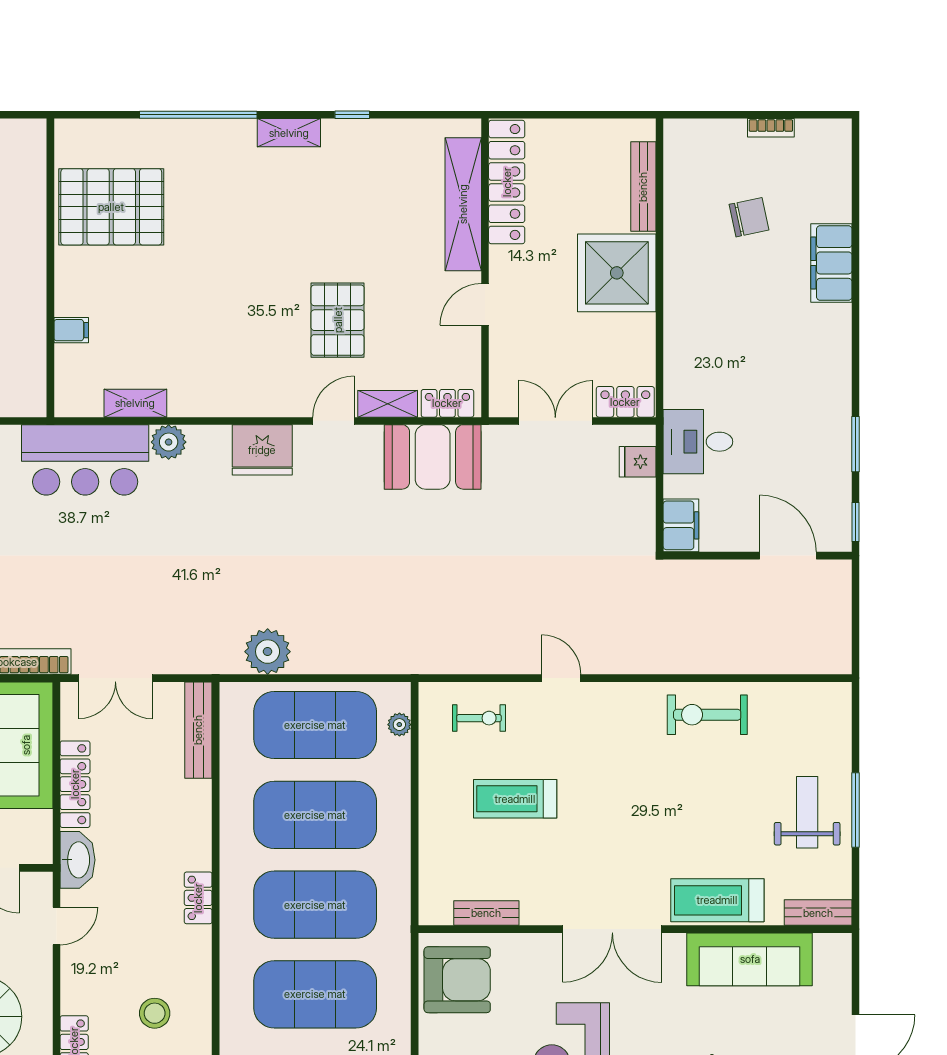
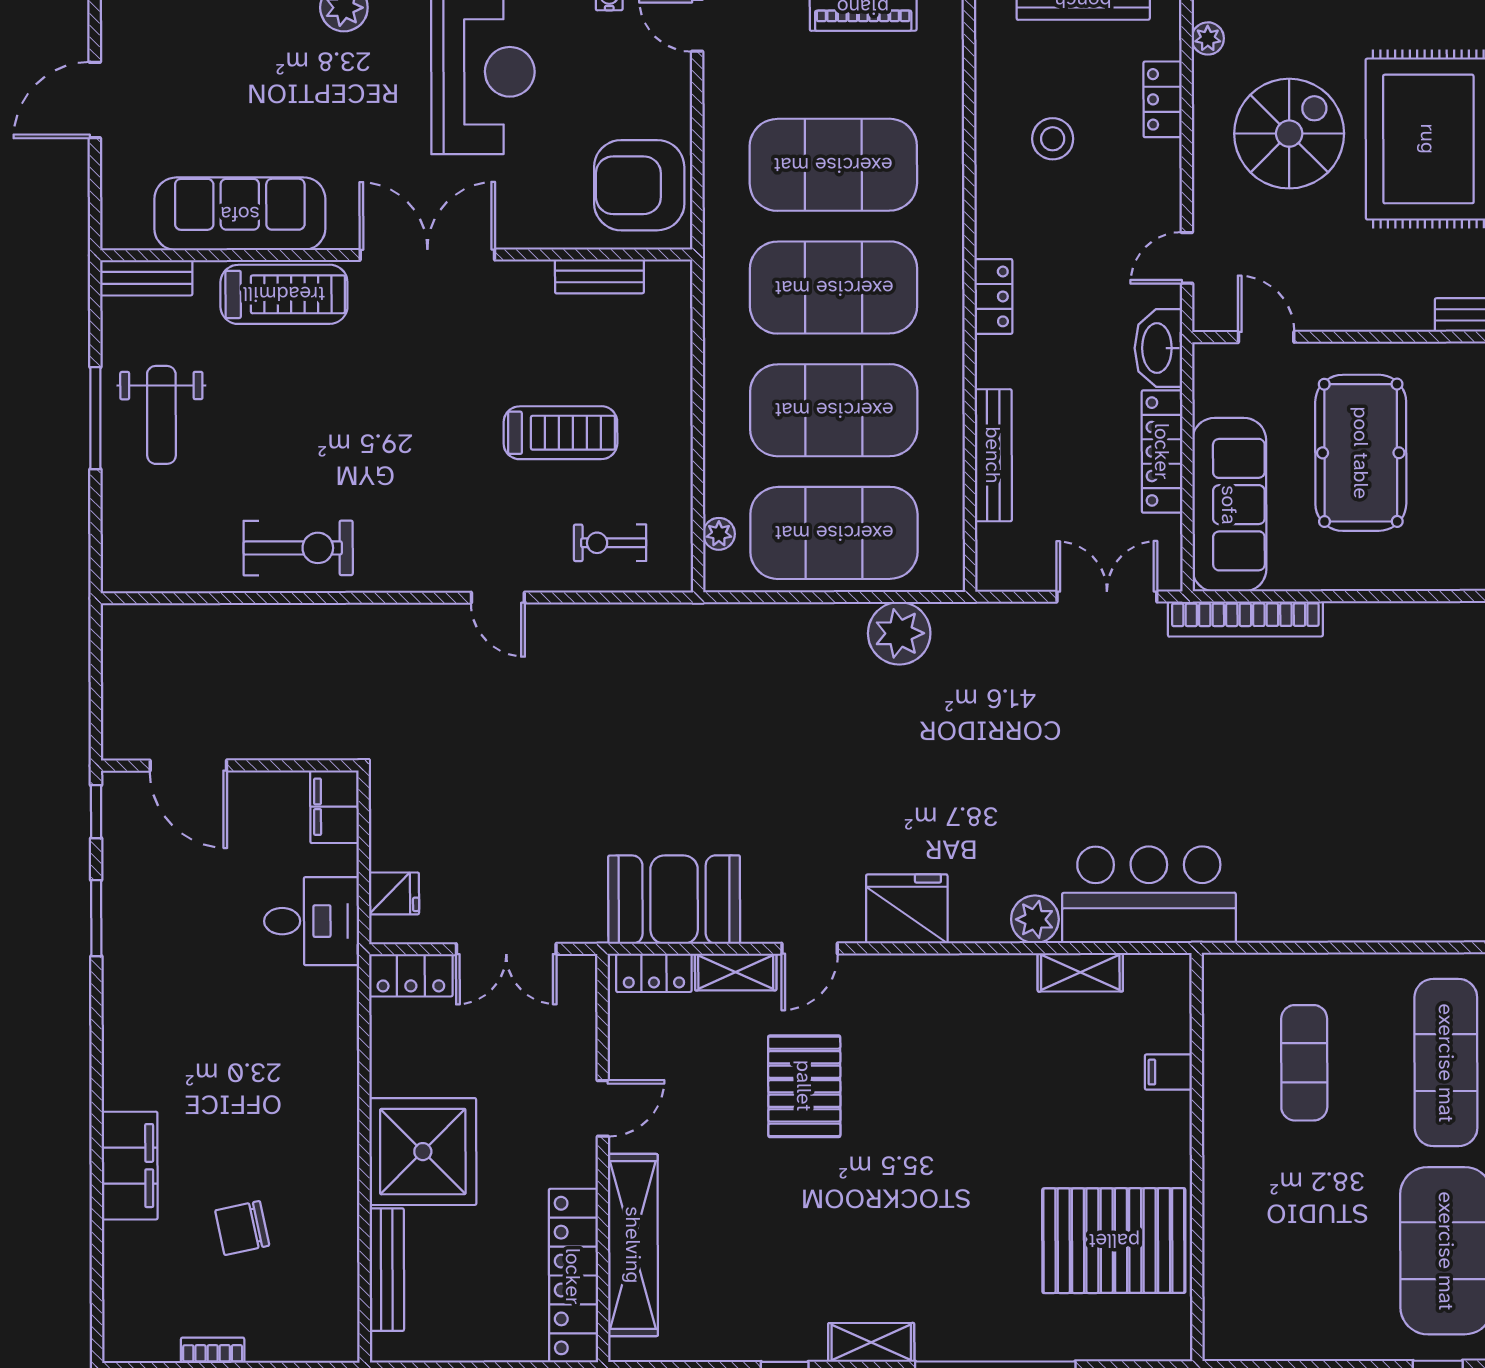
bench: (198, 730) -> (993, 455), moved

